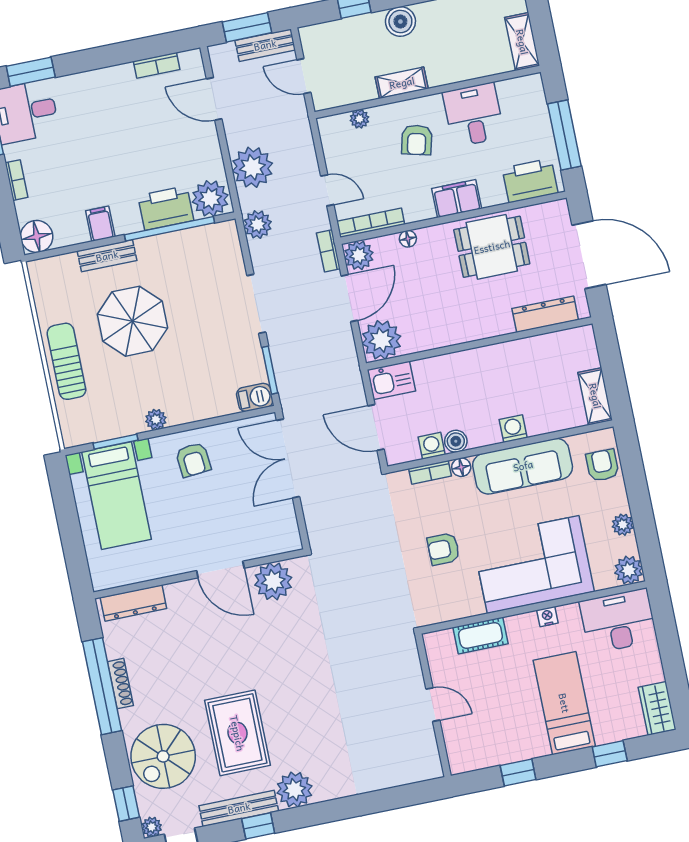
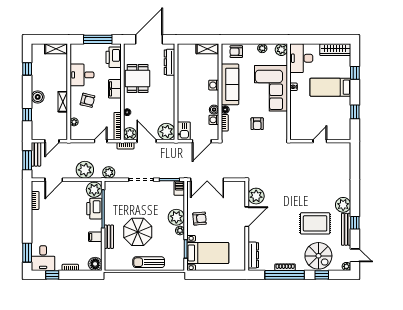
plant: (185, 405) -> (176, 217), added
cot: (480, 635) -> (296, 116), removed
wardrobe: (657, 708) -> (335, 50), width x1.50
window: (126, 804) -> (322, 275), moved

